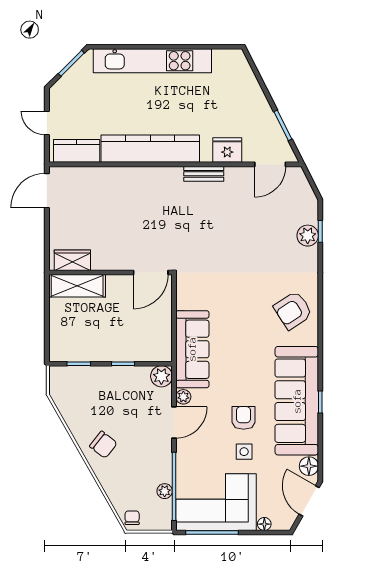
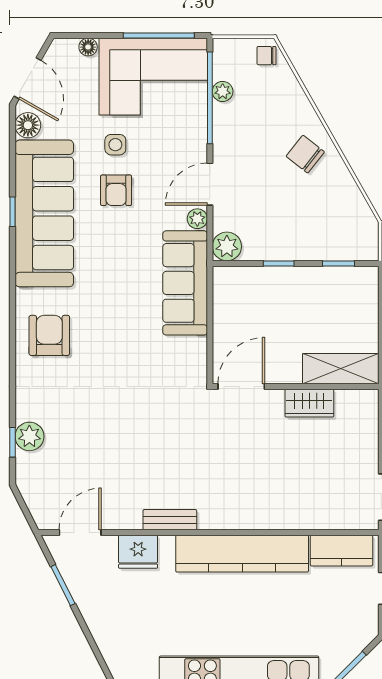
wardrobe: (72, 260) -> (309, 403), moved
armchair: (293, 310) -> (49, 335), turned -57
chair: (132, 518) -> (266, 56), turned 90

